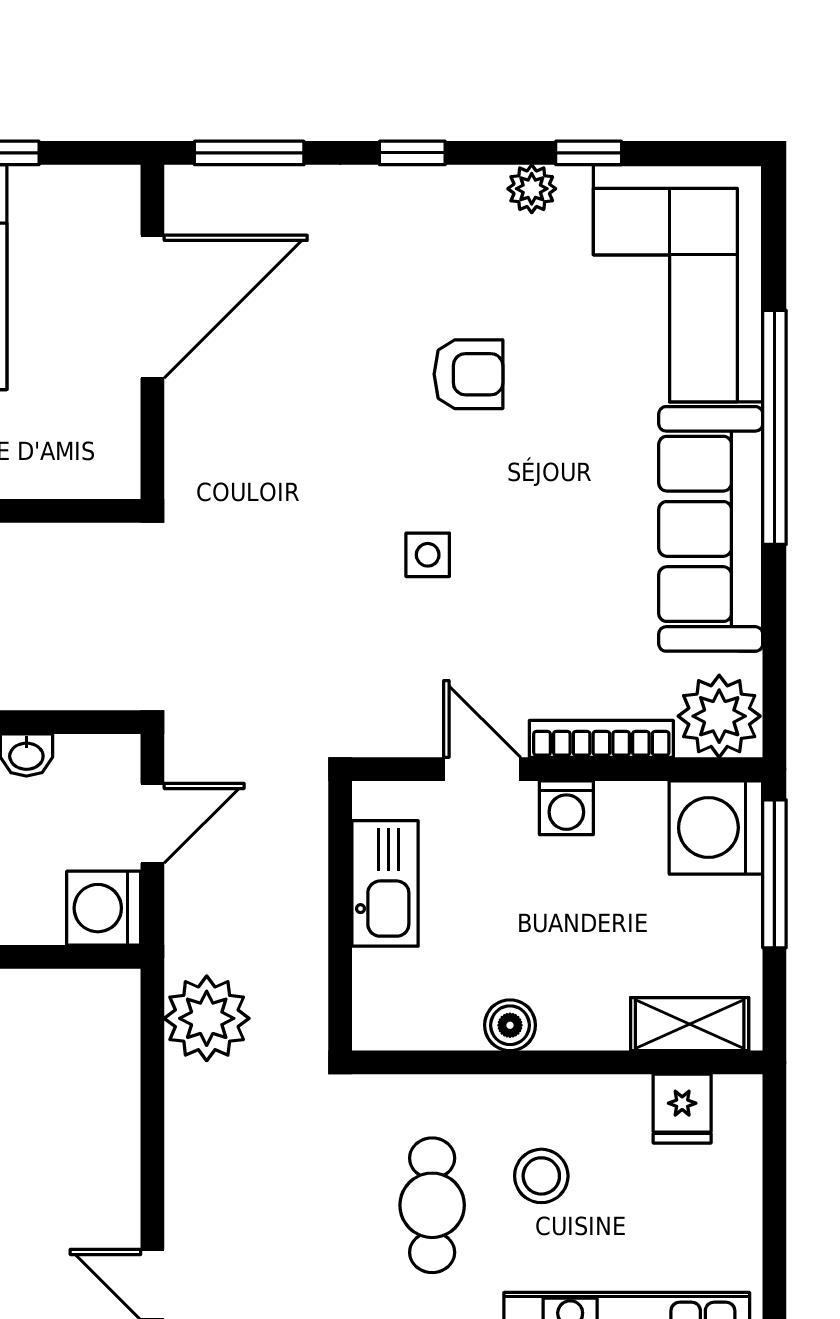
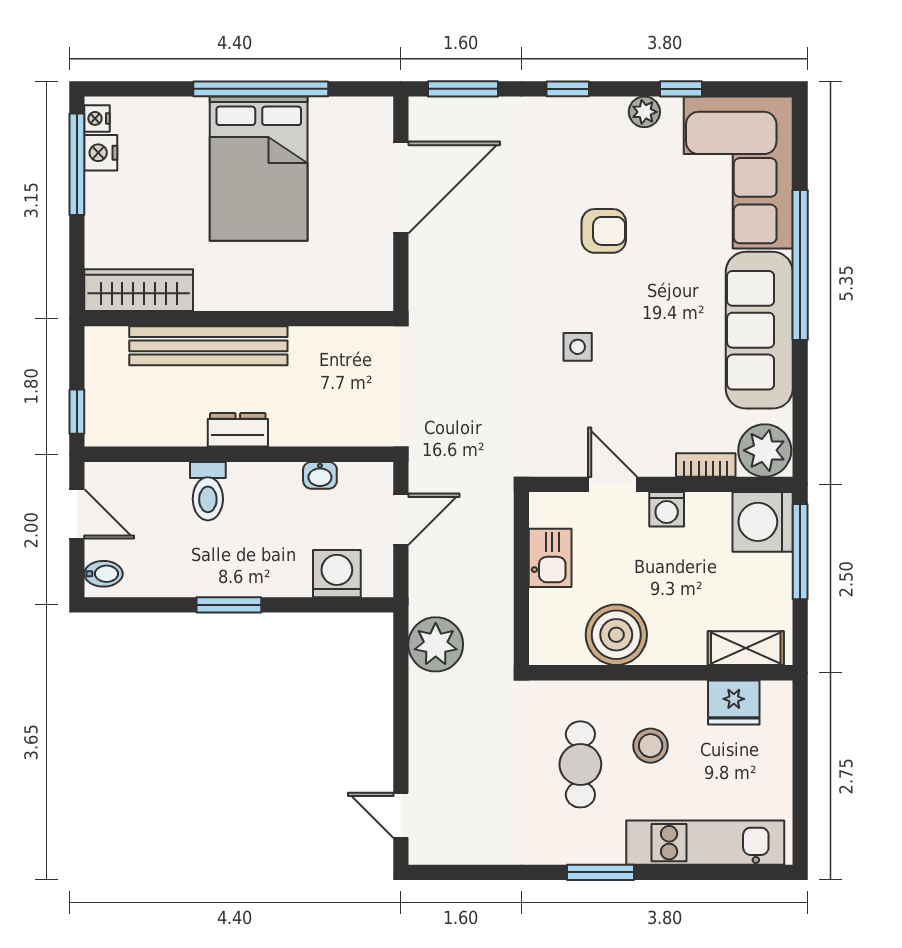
bookcase: (601, 739) -> (706, 465), width x0.64
kitchen sink: (385, 883) -> (550, 558), width x0.73
washing machine: (104, 908) -> (337, 574), moved, turned 90
boiler: (510, 1025) -> (616, 635), width x1.86, depth x1.86
fridge: (682, 1109) -> (734, 702), width x1.38

